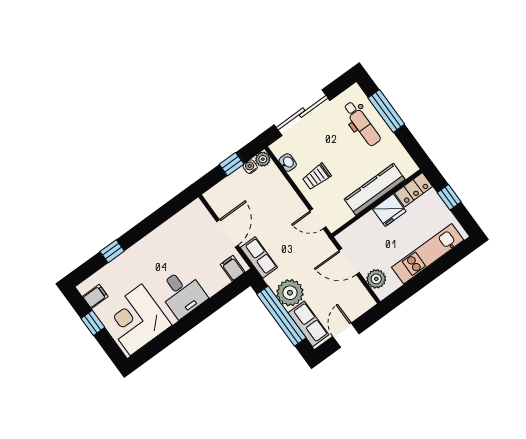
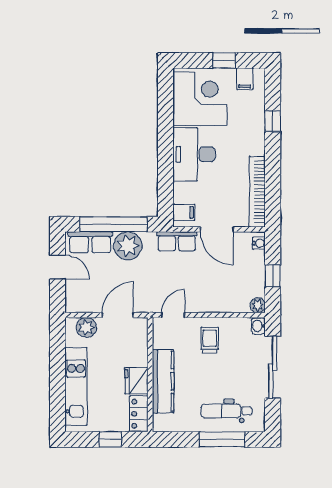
washbasin: (288, 163) -> (258, 326), moved, turned 90
water cooler: (250, 167) -> (259, 243), moved
bookcase: (175, 223) -> (257, 192), added
desk: (182, 293) -> (194, 154), width x1.37

